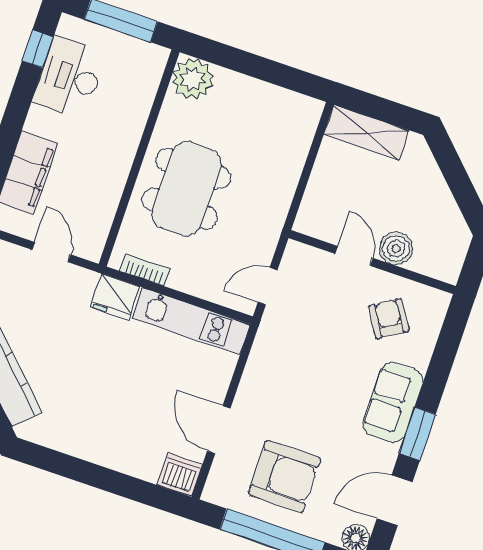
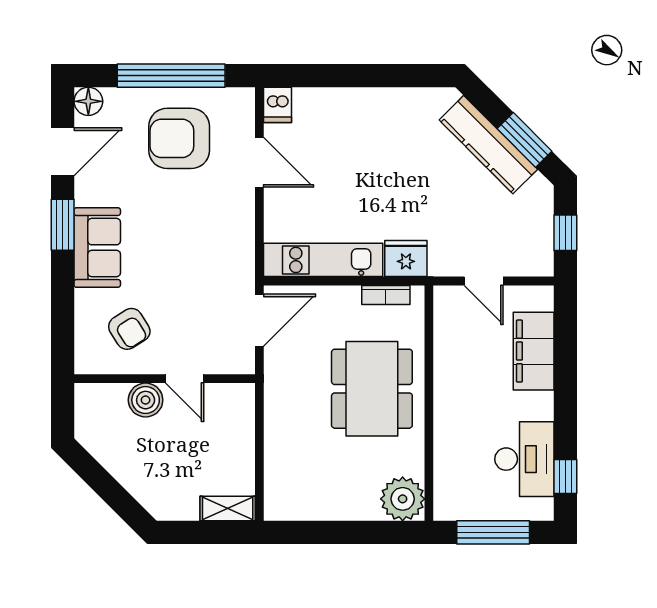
shelving: (366, 132) -> (228, 508), width x0.67, depth x0.75
door: (268, 286) -> (259, 320), width x1.38
dishwasher: (180, 475) -> (277, 105), width x0.73

